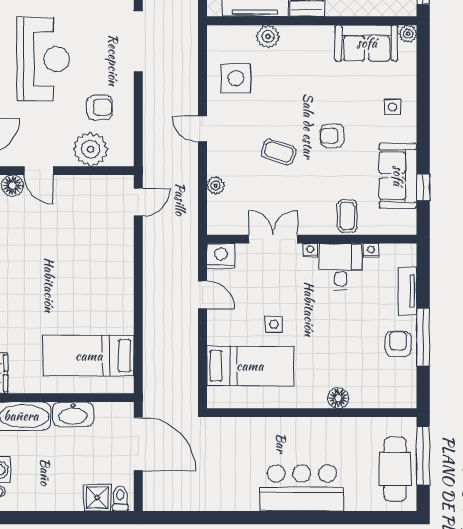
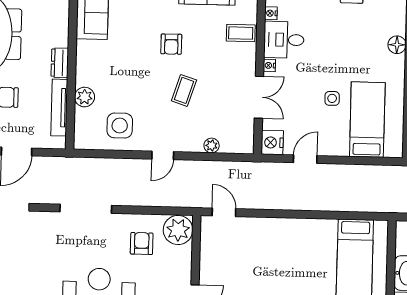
plant: (91, 149) -> (178, 230), moved
double door: (273, 239) -> (259, 97), swing flipped

